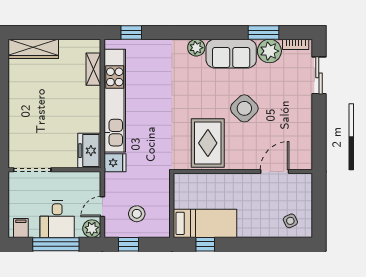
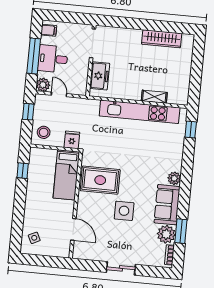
wardrobe: (33, 49) -> (162, 39), moved, turned -90
shelving: (93, 69) -> (154, 97), moved
sliding door: (319, 75) -> (121, 268), moved
side table: (244, 108) -> (124, 211), turned 45
freezer: (89, 151) -> (100, 76), moved, turned 90
fridge: (115, 163) -> (72, 140), moved, turned 180
stool: (137, 214) -> (44, 132), moved
bed: (205, 223) -> (66, 175), moved

